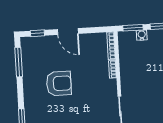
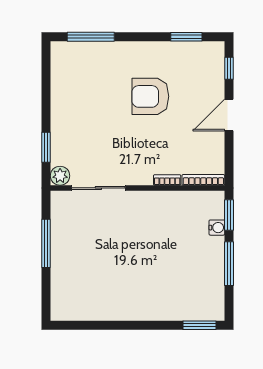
window: (19, 62) -> (186, 37), width x0.69
armchair: (59, 83) -> (150, 96), turned 90

